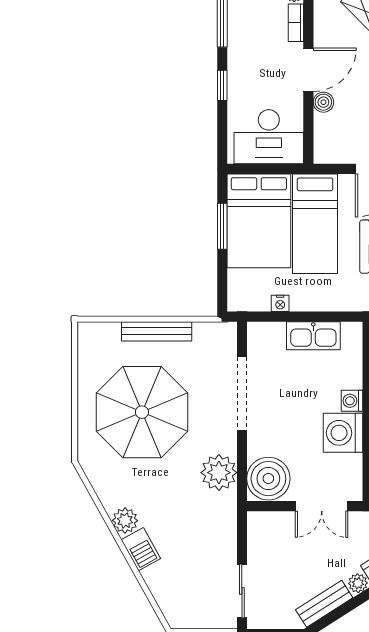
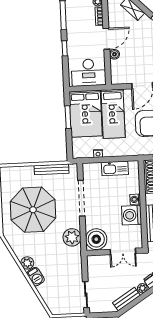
bench: (157, 331) -> (51, 169), moved

